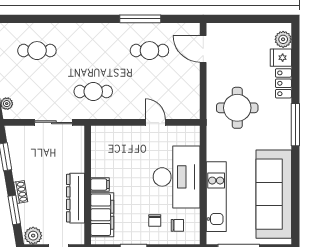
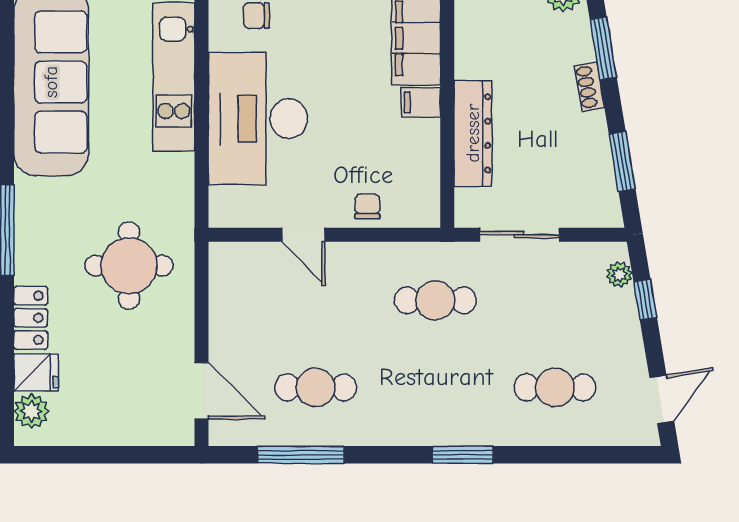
window: (80, 19) -> (463, 455), added
window: (140, 19) -> (301, 455), moved
dresser: (76, 198) -> (473, 133), moved
chair: (155, 221) -> (367, 206), moved

